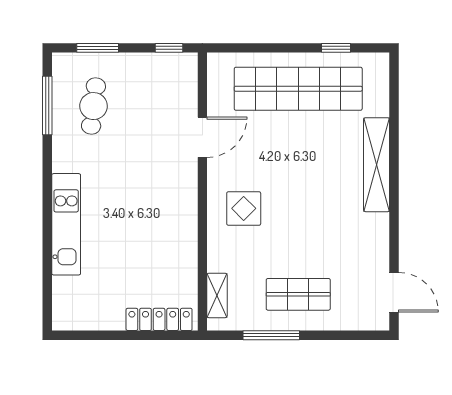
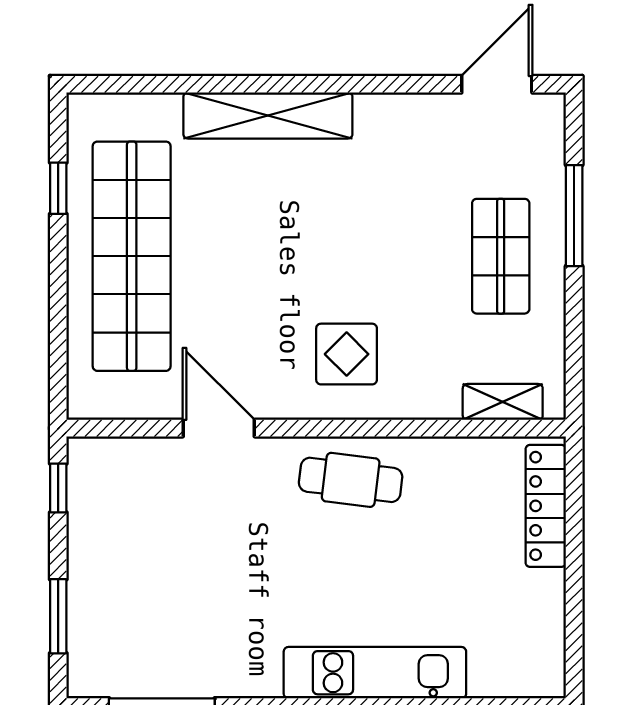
cafe table: (93, 106) -> (351, 480), moved
window: (271, 335) -> (574, 216), moved

